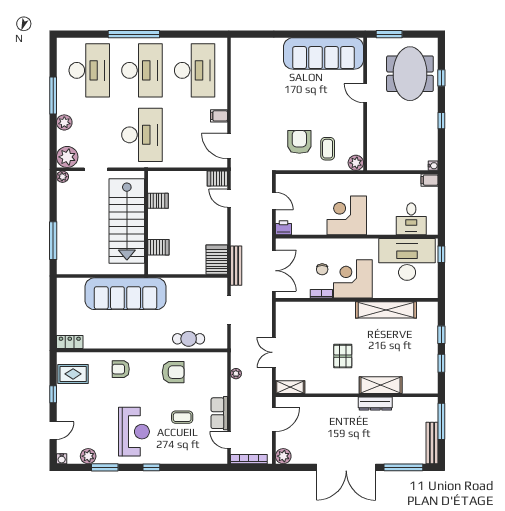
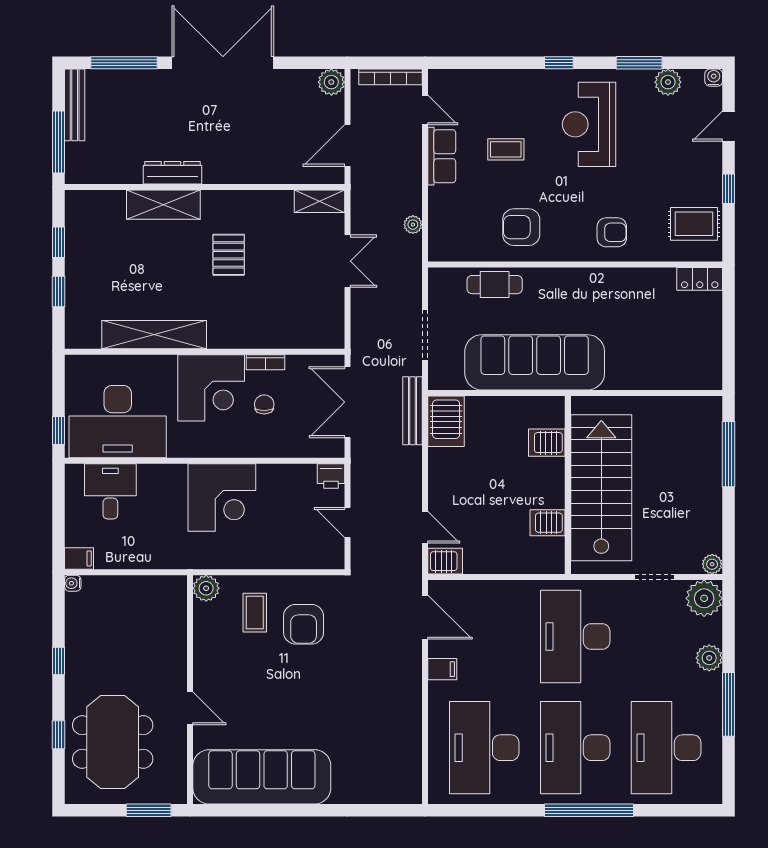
sofa: (126, 294) -> (535, 362), moved

